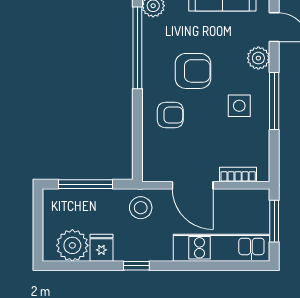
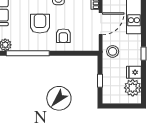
armchair: (170, 115) -> (63, 36), turned 180
window: (86, 184) -> (100, 81), width x0.46

